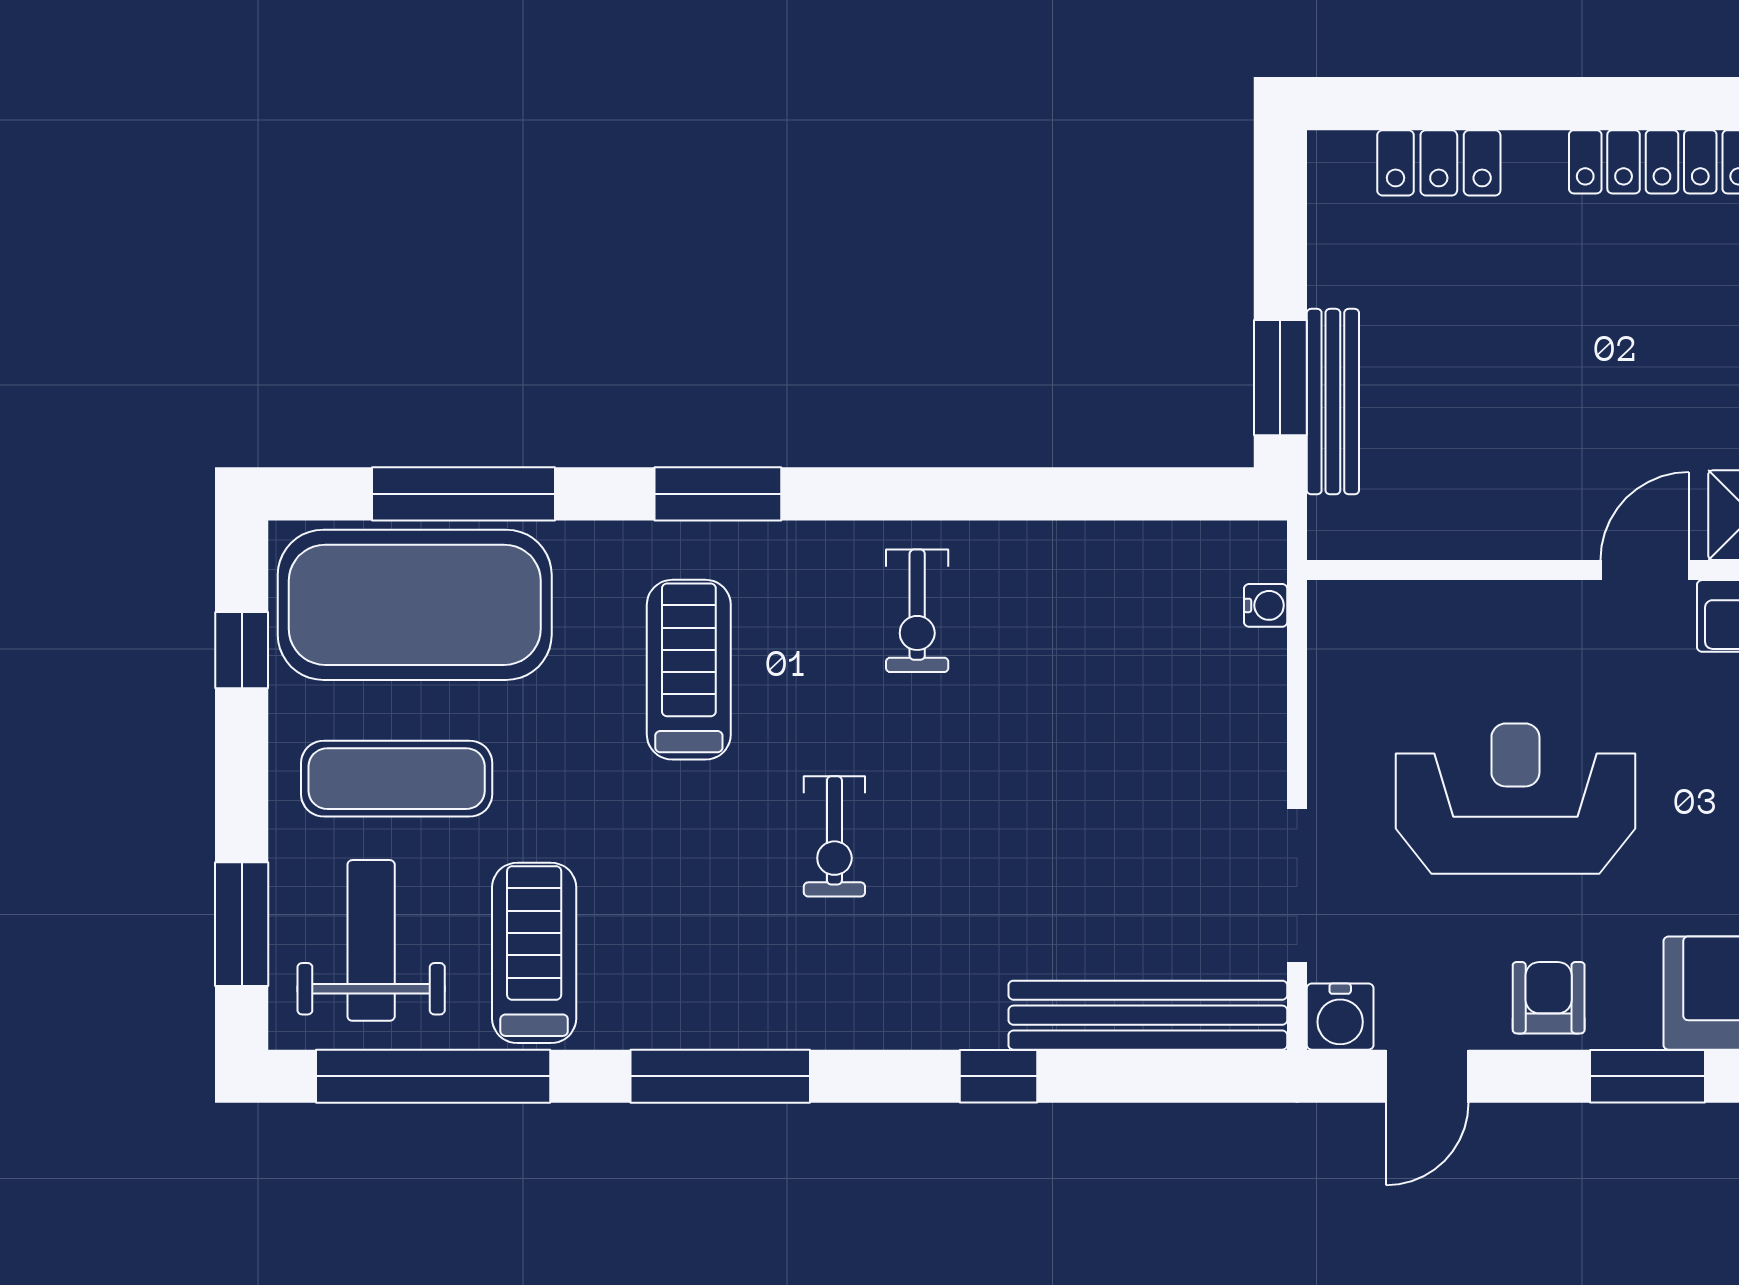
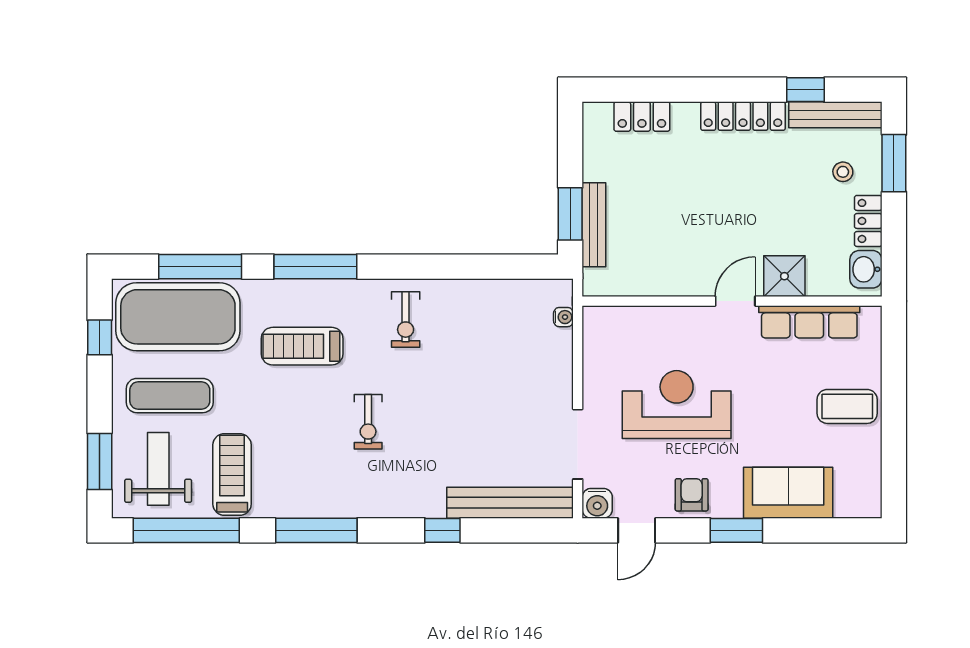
window: (718, 494) -> (315, 267), width x1.44
treadmill: (689, 670) -> (302, 346), turned -90

